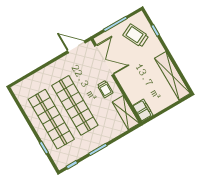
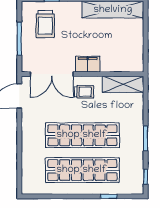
trolley: (136, 36) -> (45, 24), turned -64
double door: (104, 60) -> (52, 74), swing flipped
filing cabinet: (143, 110) -> (88, 64), moved

